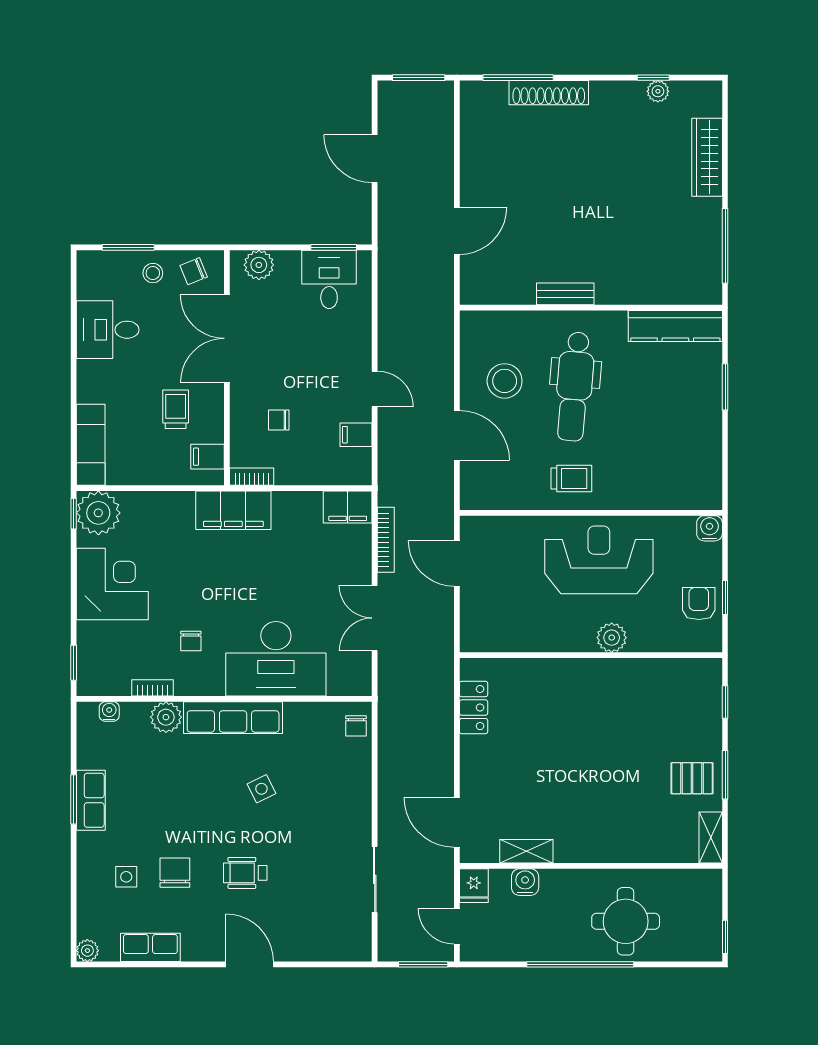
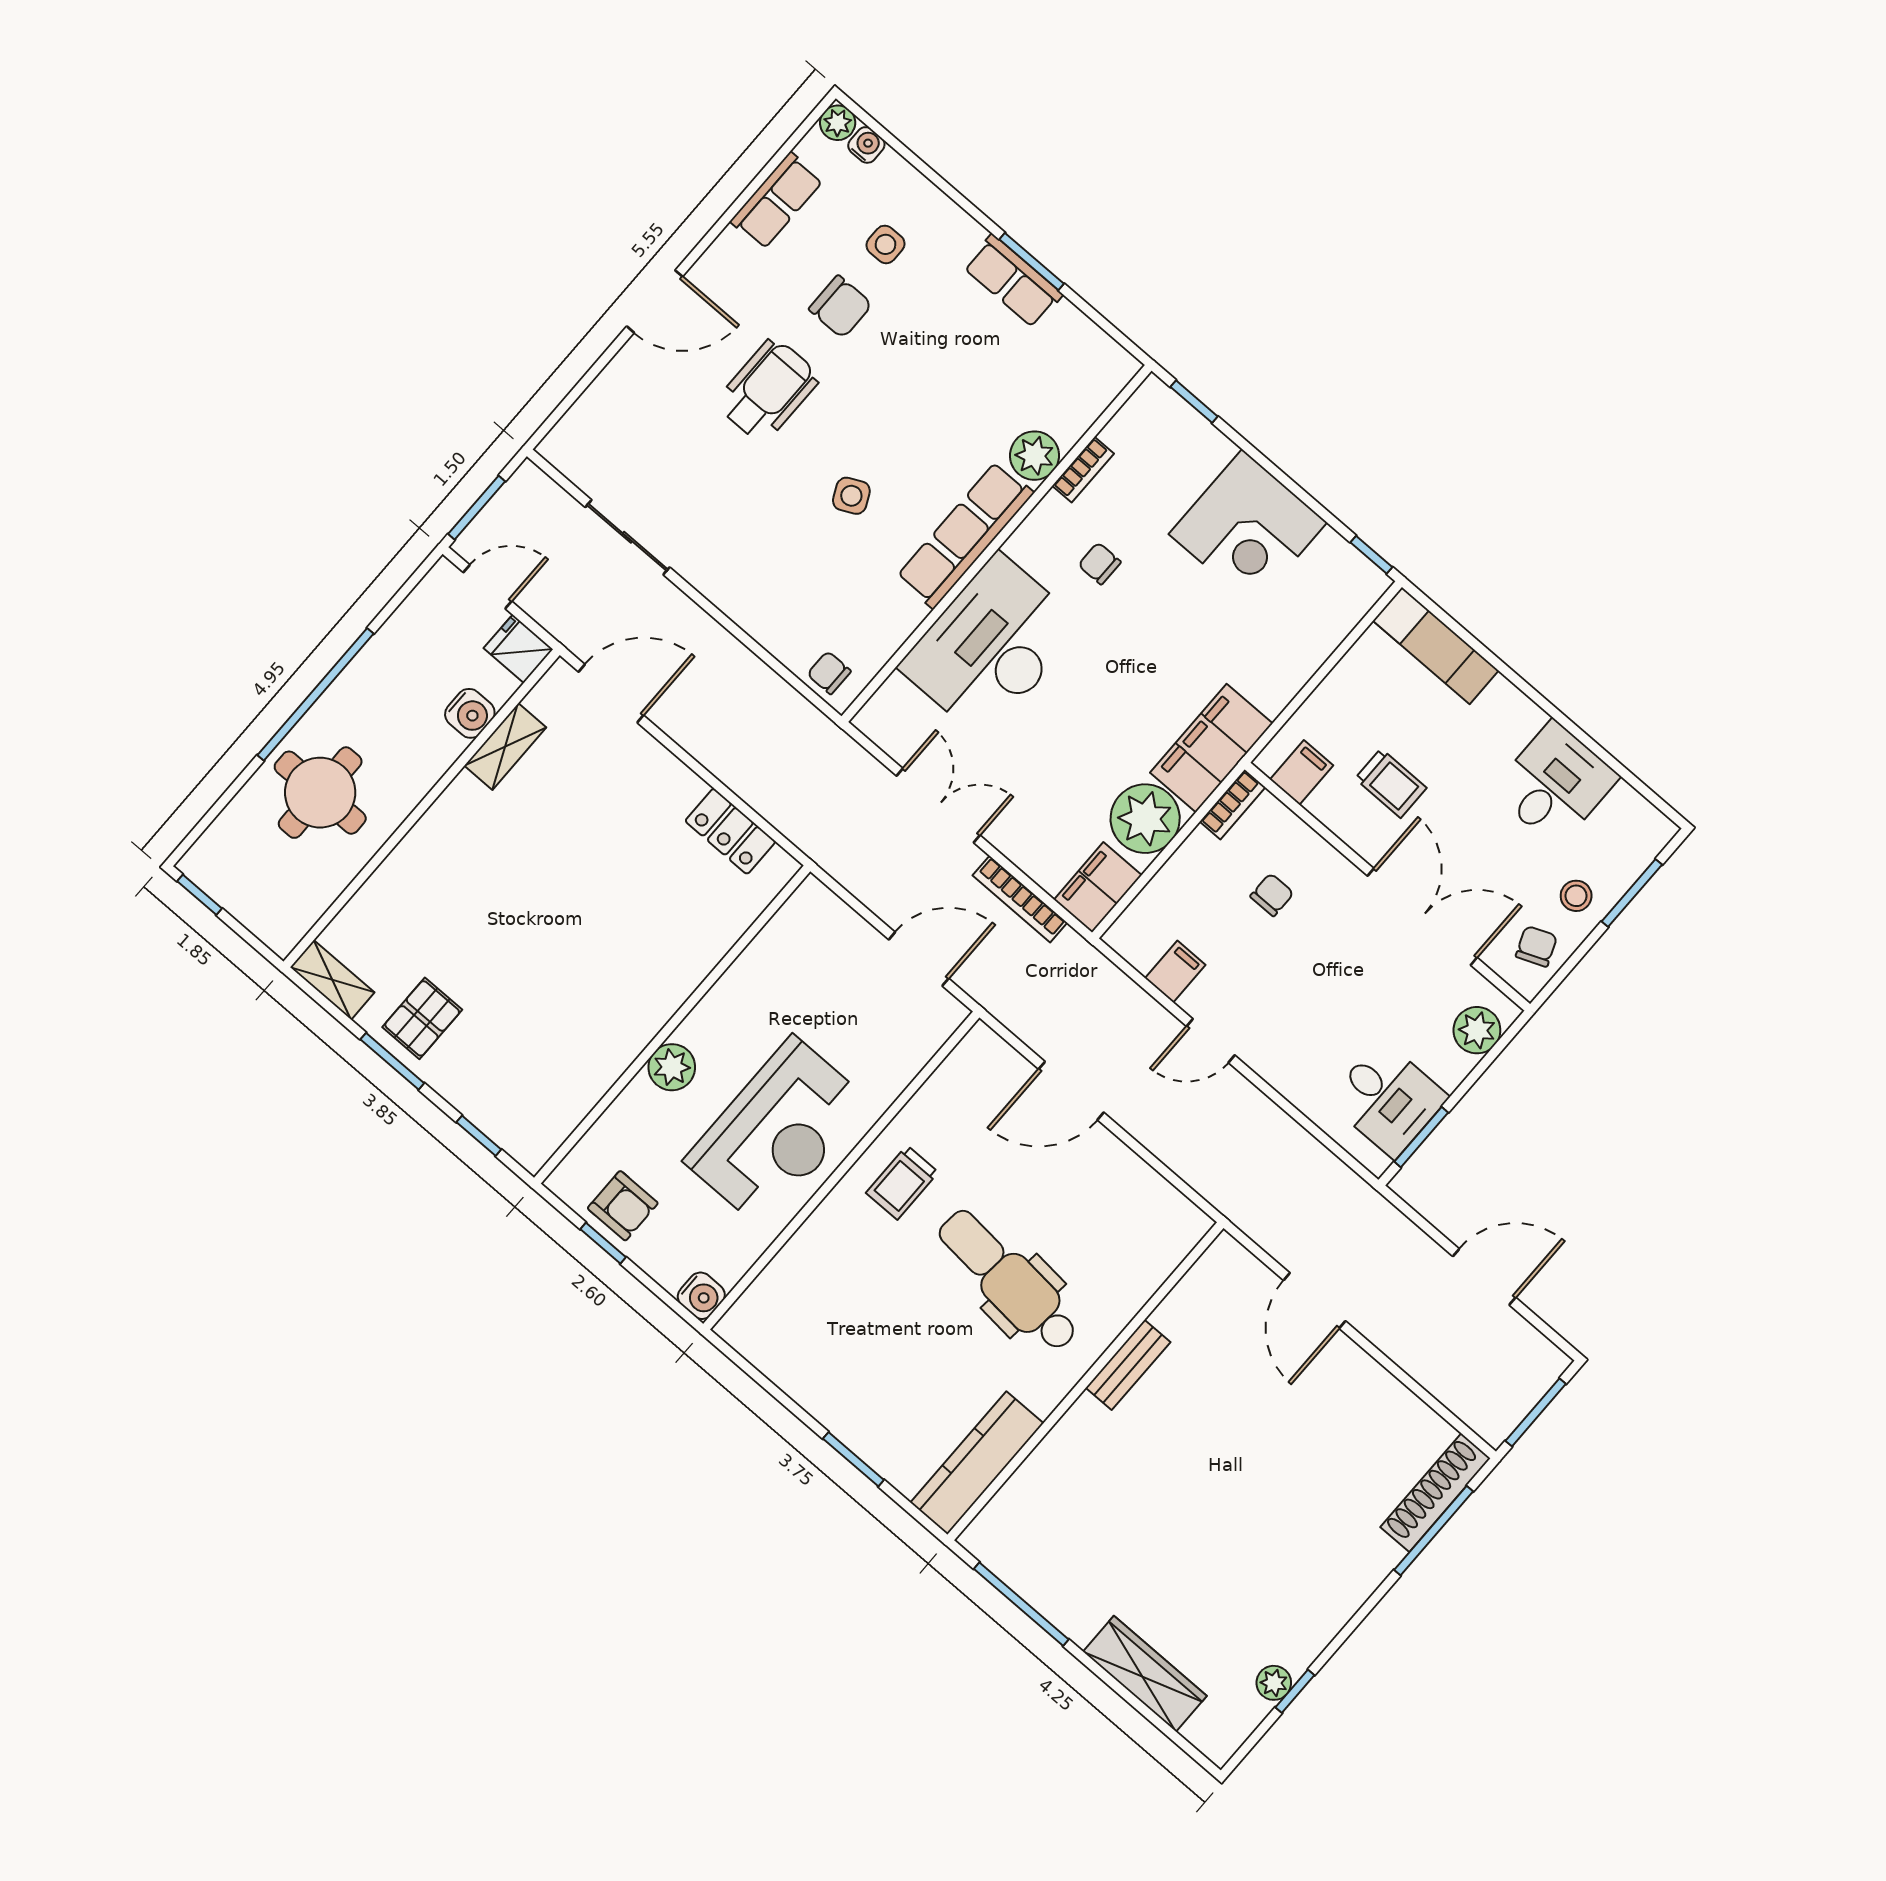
shoe rack: (549, 93) -> (1435, 1493), moved
stool: (505, 381) -> (1087, 1203), removed
plant: (98, 513) -> (1145, 819), moved
water cooler: (109, 711) -> (866, 145), moved, turned -90
wheelchair: (245, 873) -> (768, 390), width x1.36, depth x1.37

